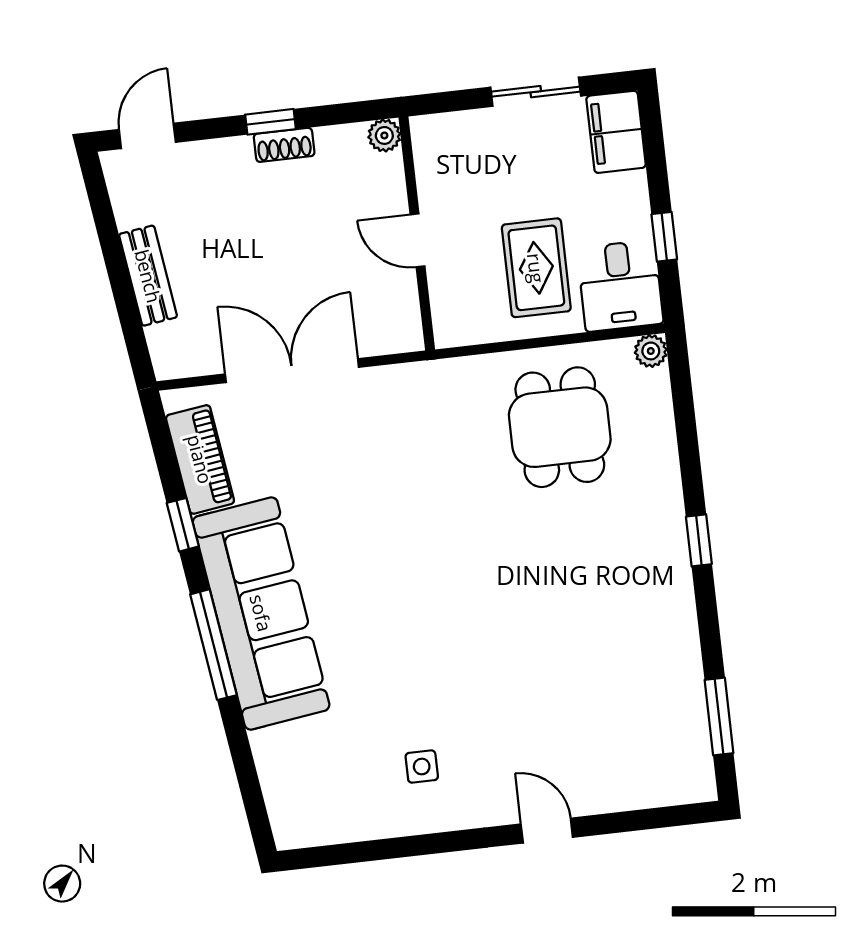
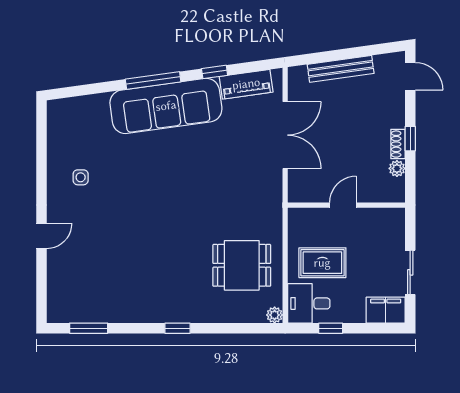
plant: (384, 135) -> (397, 168), moved
bench: (148, 276) -> (341, 69), width x1.36

